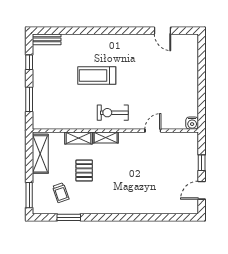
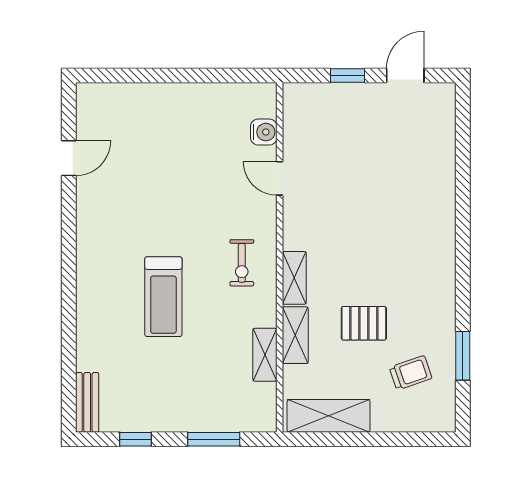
exercise bike: (113, 113) -> (242, 263), width x0.73, depth x0.72
water cooler: (192, 123) -> (264, 132), moved
shelving: (69, 124) -> (265, 355), added
door: (202, 190) -> (405, 76), swing flipped
window: (29, 195) -> (416, 439), removed

